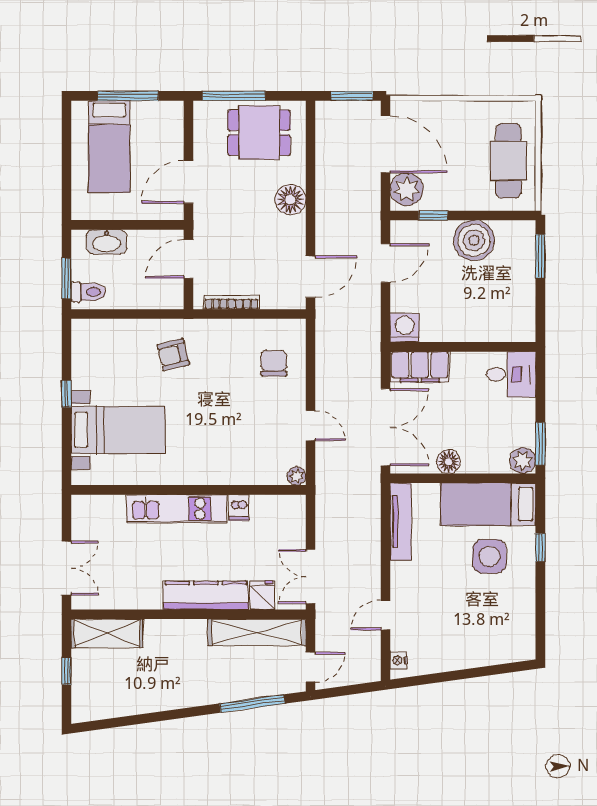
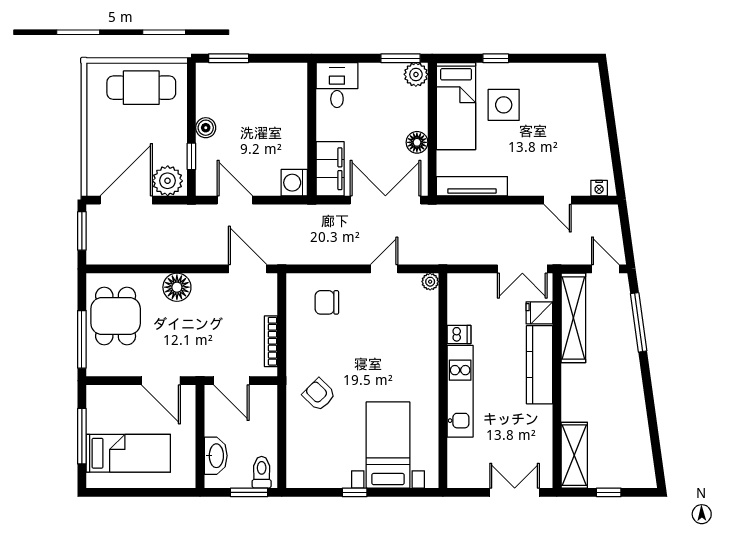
boiler: (474, 240) -> (206, 128), width x0.54, depth x0.54
armchair: (173, 355) -> (319, 395), turned 149

